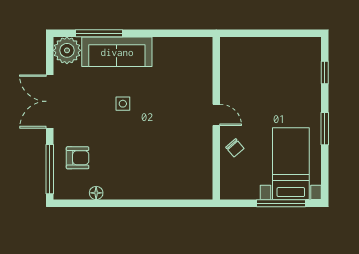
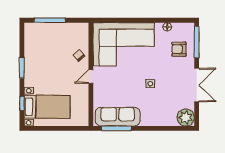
window: (99, 33) -> (116, 128), moved
sofa: (117, 52) -> (118, 117), moved
door: (216, 115) -> (91, 76), hinge flipped
bed with nightstands: (291, 164) -> (47, 107), moved, turned -90
corner sofa: (165, 165) -> (124, 44), added

